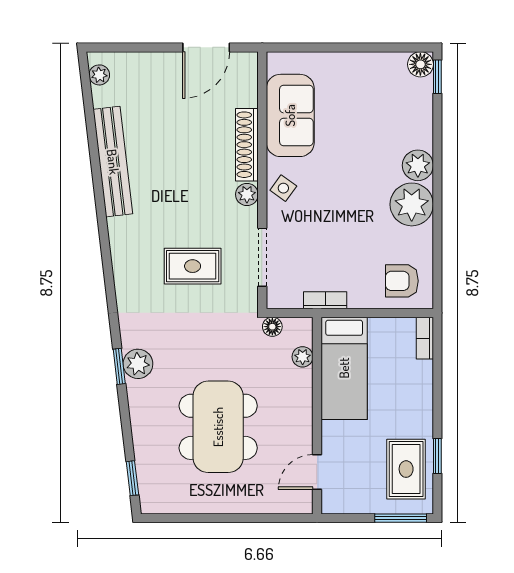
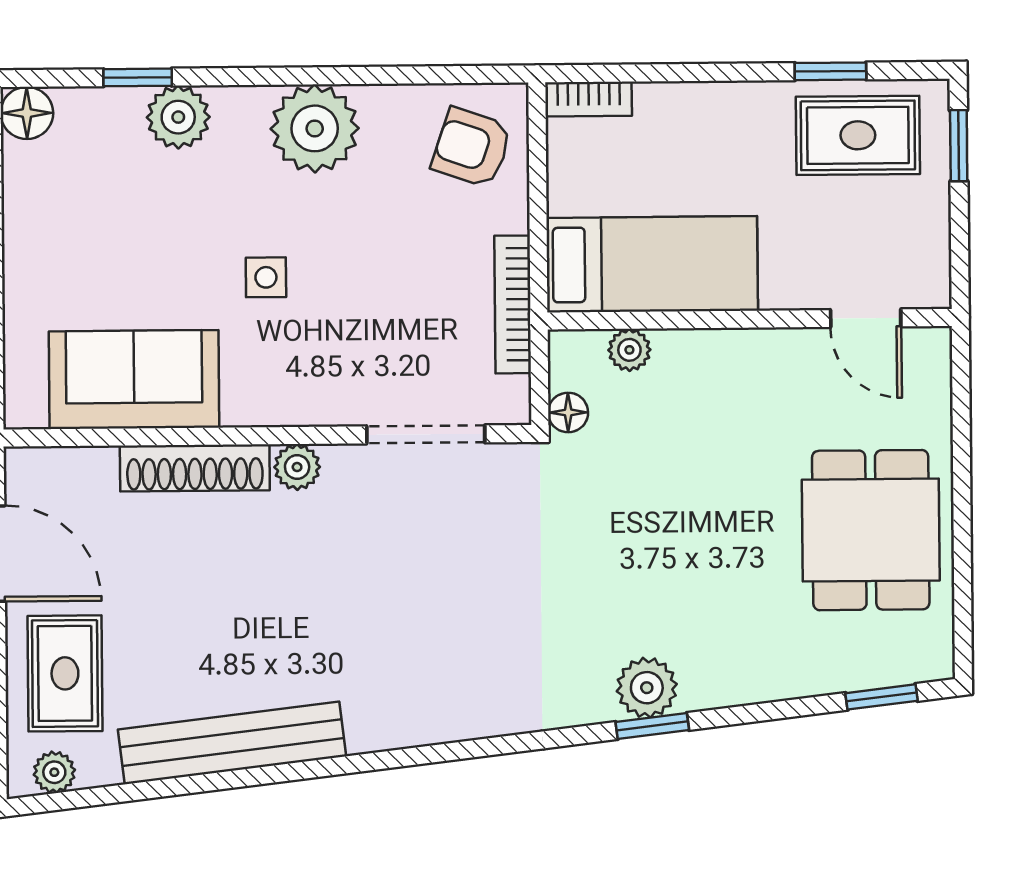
window: (437, 77) -> (138, 77), moved
plant: (418, 165) -> (178, 117), moved
side table: (283, 188) -> (266, 277), moved, turned -36
rug: (193, 266) -> (65, 673), moved
armchair: (402, 281) -> (472, 147), turned 109
bookcase: (325, 300) -> (513, 304), width x1.56
dining table: (218, 427) -> (871, 530), moved, width x0.73
window: (401, 518) -> (959, 146), width x0.67

